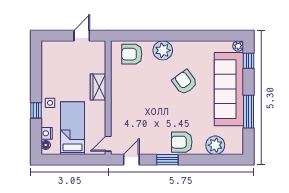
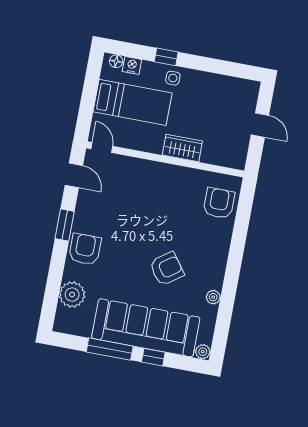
door: (82, 36) -> (260, 125), moved
plant: (163, 50) -> (213, 297), moved, width x0.53, depth x0.53
window: (249, 61) -> (153, 357), moved

